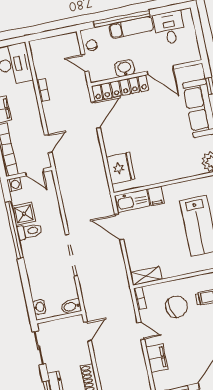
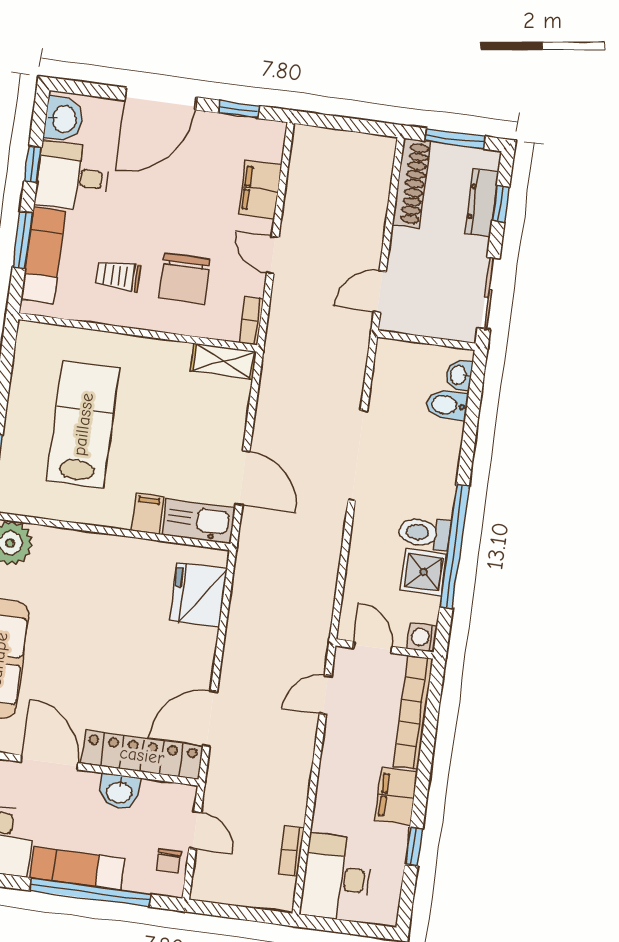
bookcase: (43, 90) -> (291, 851), moved
bidet: (71, 307) -> (447, 405), moved, turned 180
chair: (177, 307) -> (184, 278), turned -77

